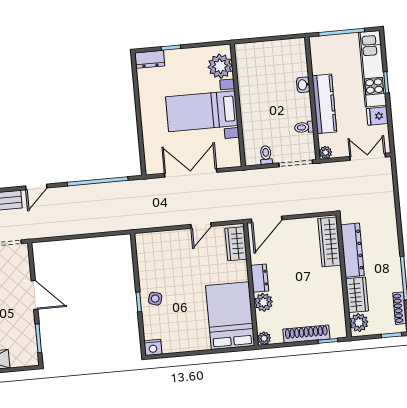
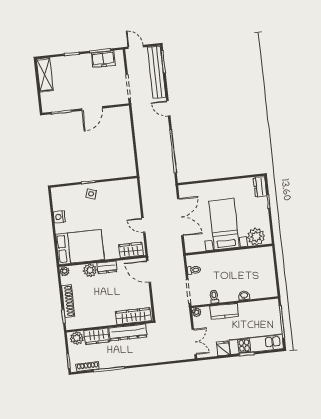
kitchen counter: (324, 104) -> (224, 311), width x0.67
nightstand: (153, 347) -> (59, 217), moved

